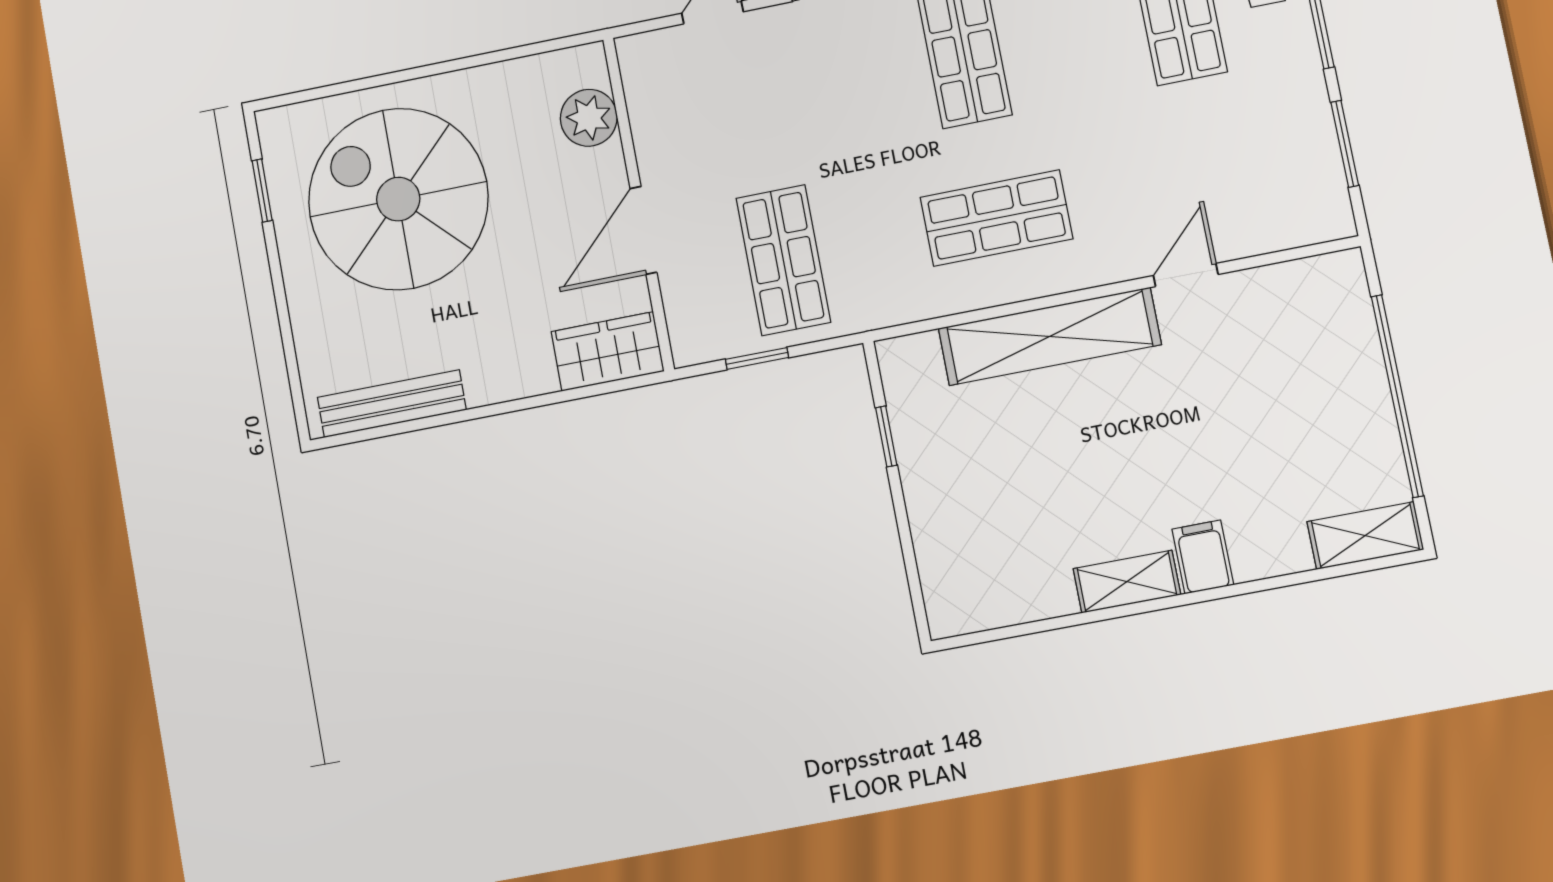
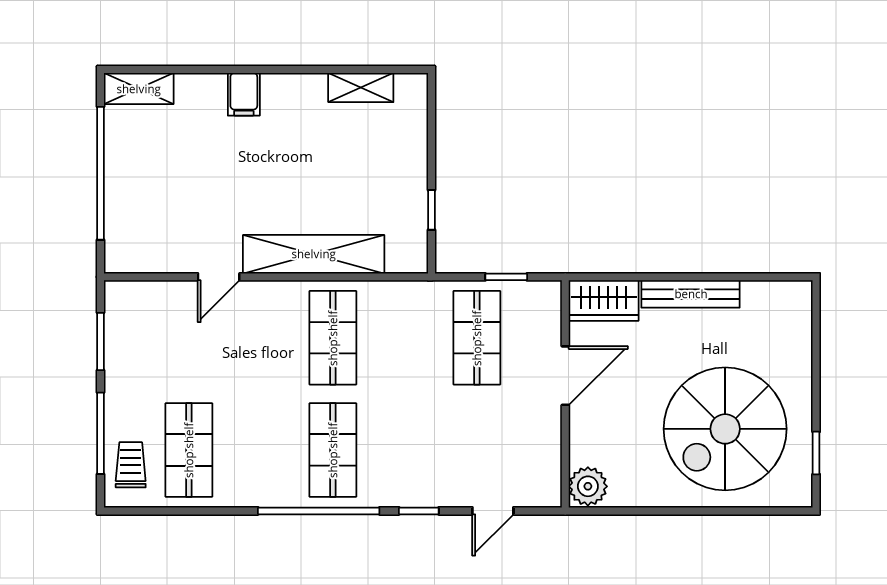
plant: (589, 118) -> (588, 486), moved
spiral stairs: (398, 199) -> (725, 429), turned 90
shop shelf: (996, 218) -> (333, 338), turned 90
bench: (392, 404) -> (691, 294), moved
shelving: (1127, 582) -> (361, 88), moved

